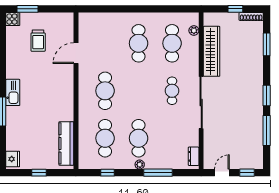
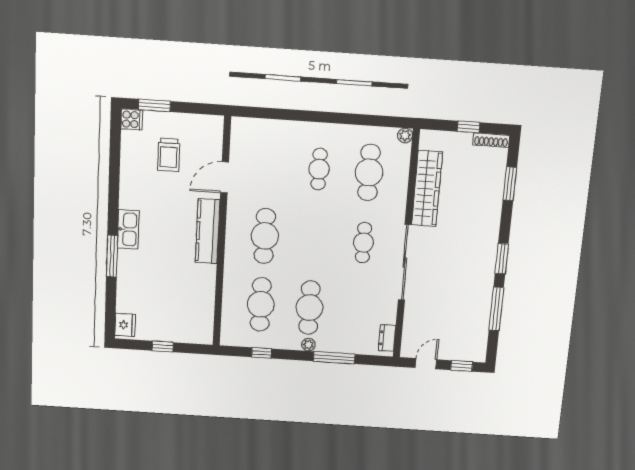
plant: (194, 31) -> (405, 135), moved
cafe table: (139, 43) -> (319, 169), width x0.73, depth x0.74
kitchen counter: (66, 143) -> (208, 231), moved

